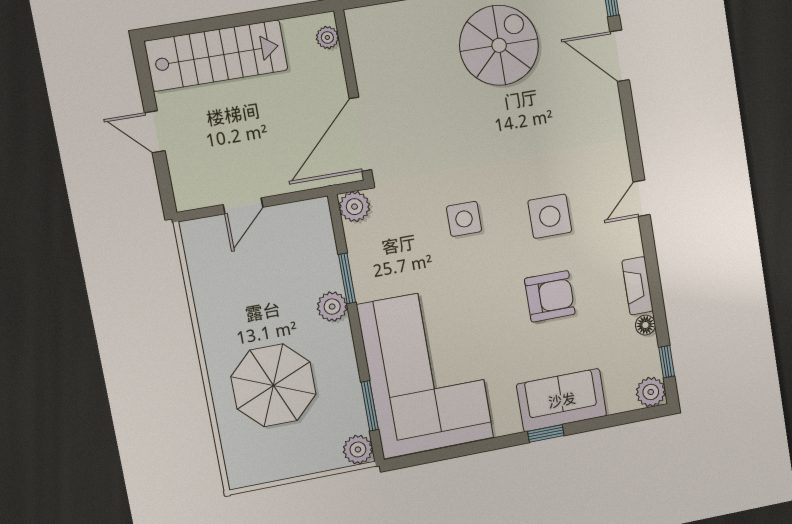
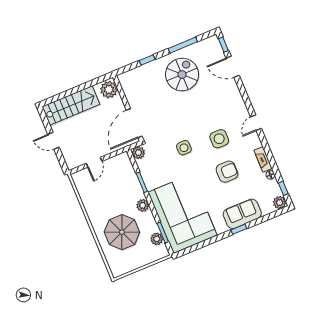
plant: (327, 38) -> (109, 89), width x1.88, depth x1.88
plant: (332, 307) -> (143, 205), moved
plant: (358, 450) -> (157, 239), moved

